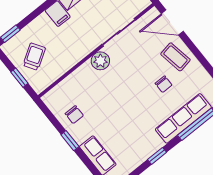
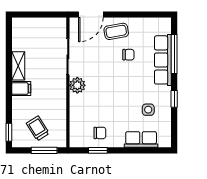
window: (19, 78) -> (44, 150), width x1.50
window: (70, 141) -> (98, 150), moved
side table: (129, 141) -> (148, 110), added

